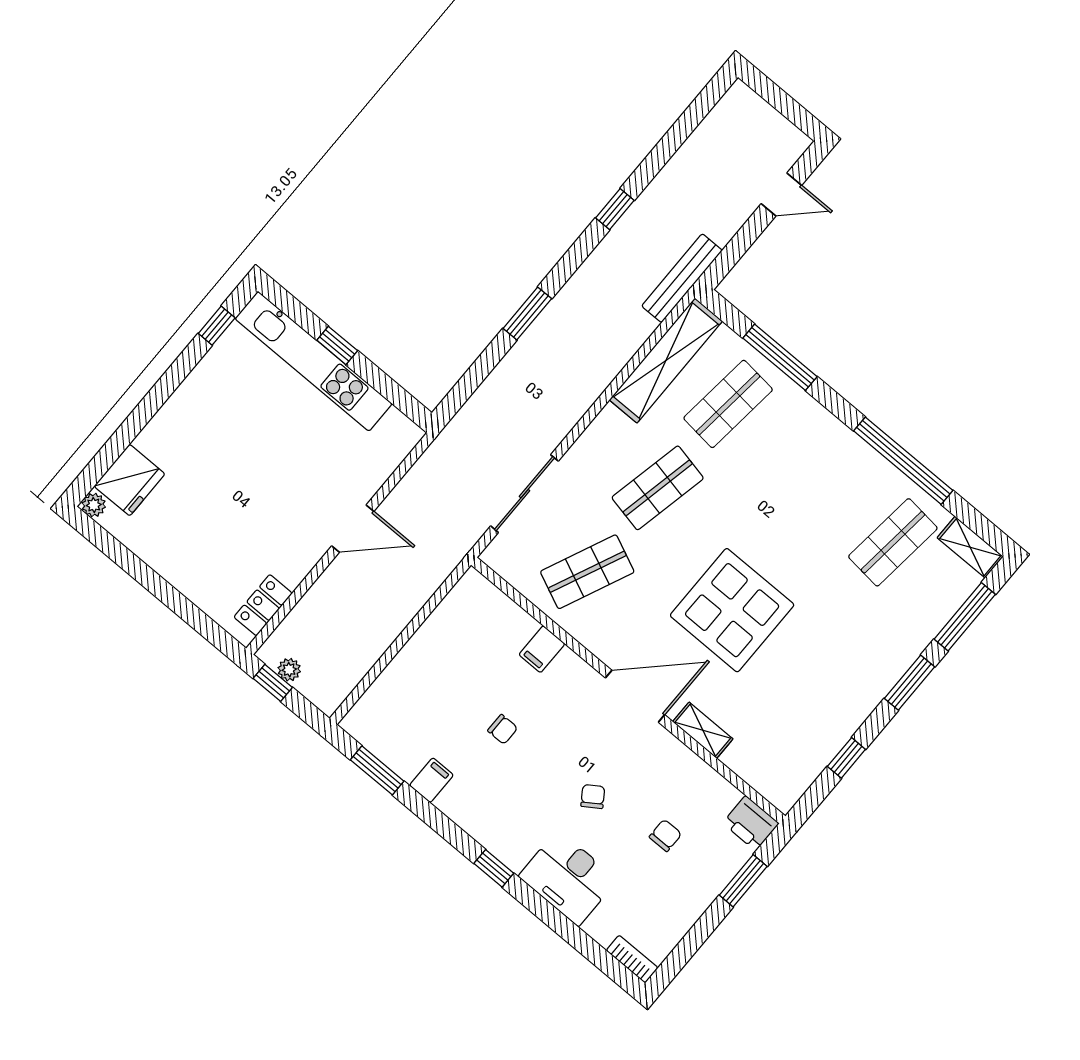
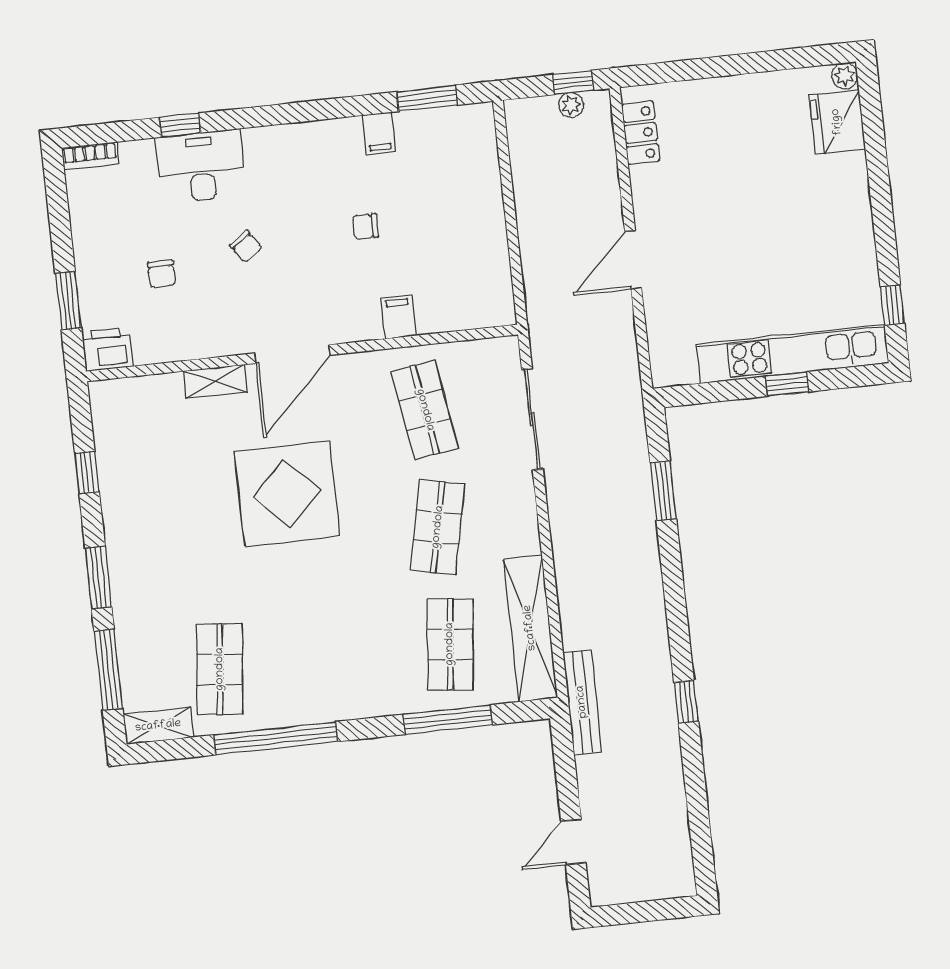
window: (527, 314) -> (663, 491), moved
shop shelf: (587, 572) -> (425, 410), turned -33
window: (494, 868) -> (180, 125), moved

